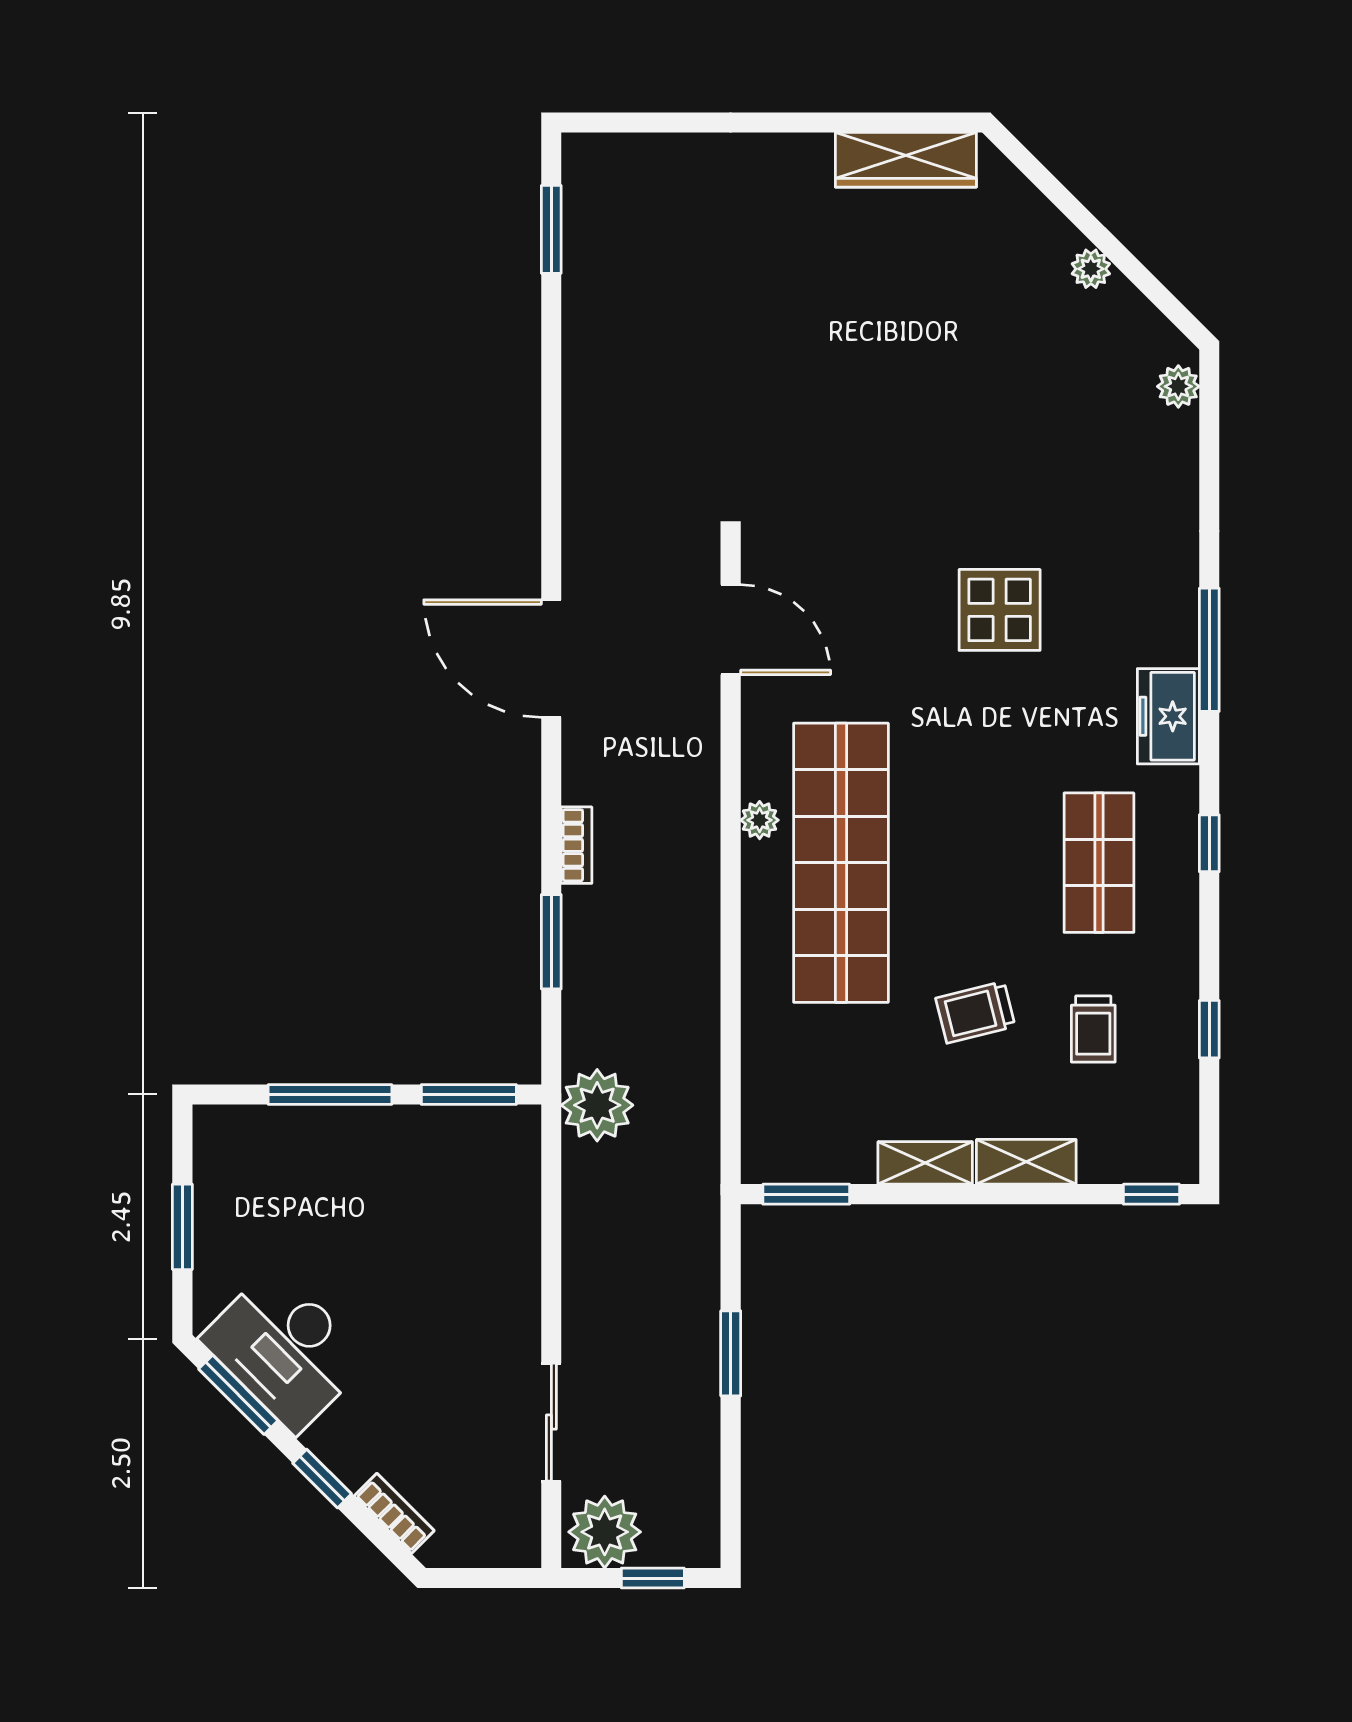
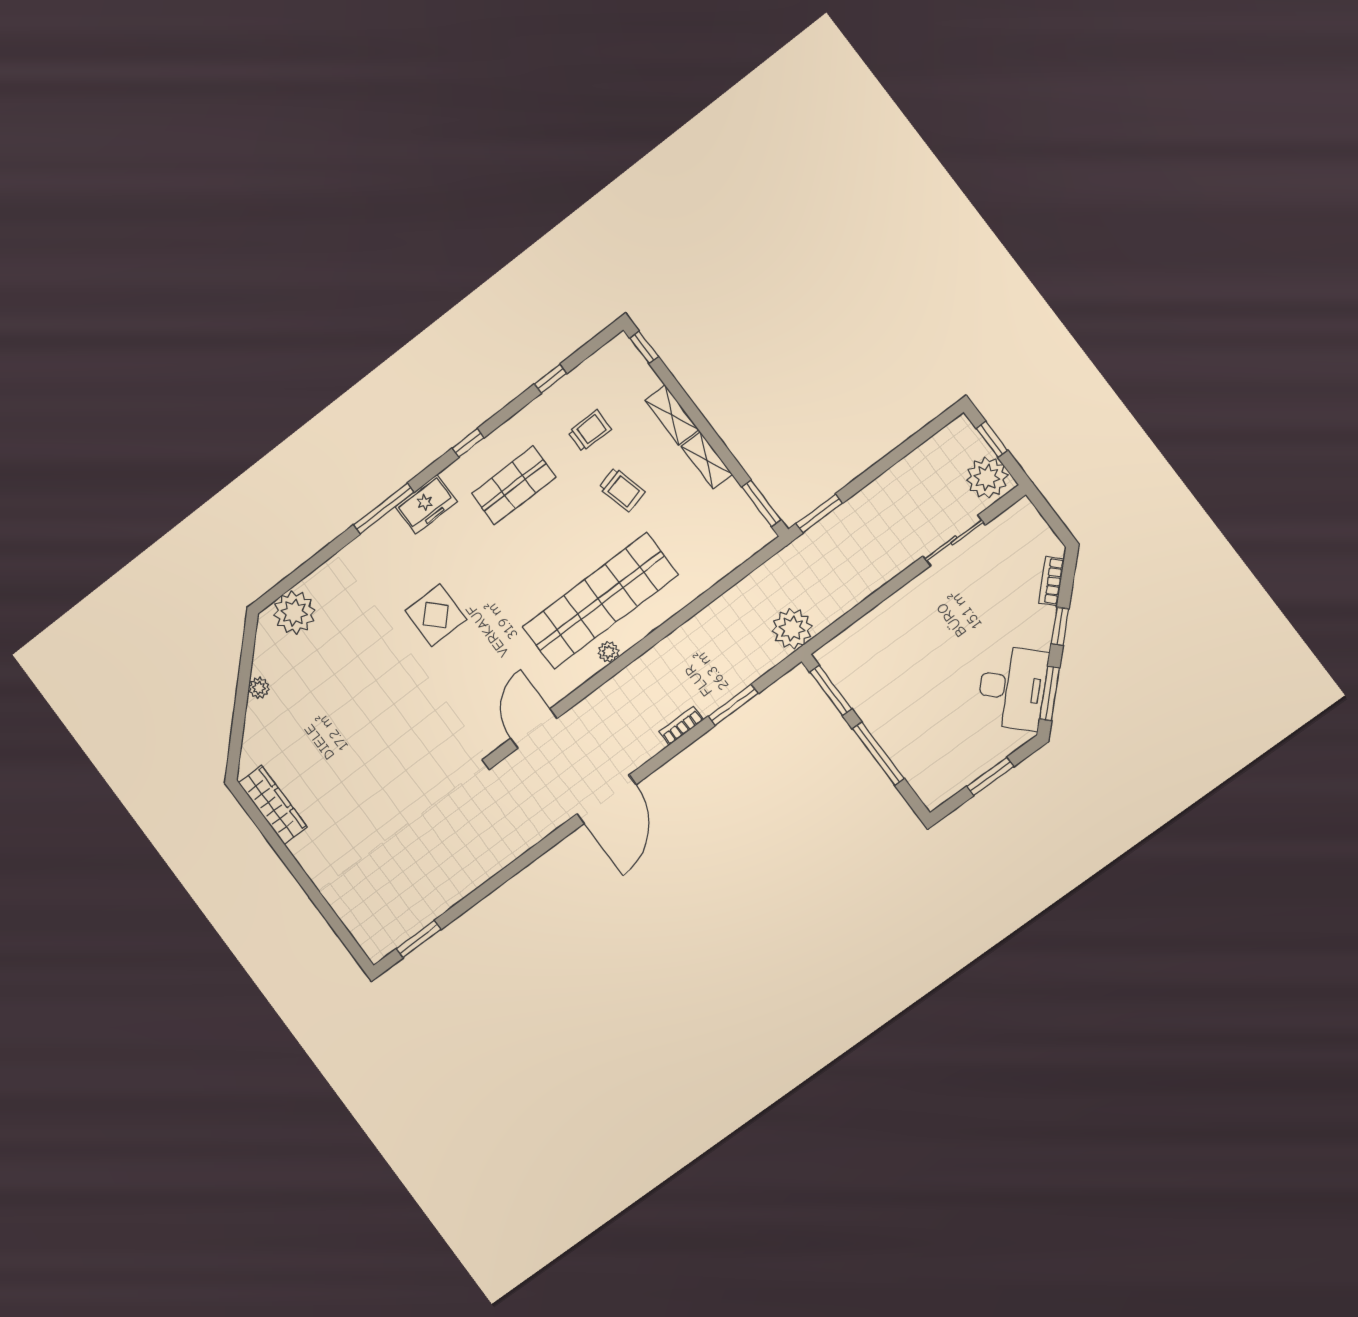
plant: (1178, 386) -> (294, 613), width x1.88, depth x1.88
window: (731, 1353) -> (819, 513), moved

